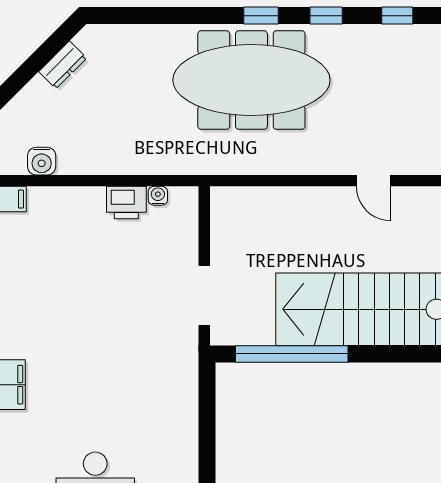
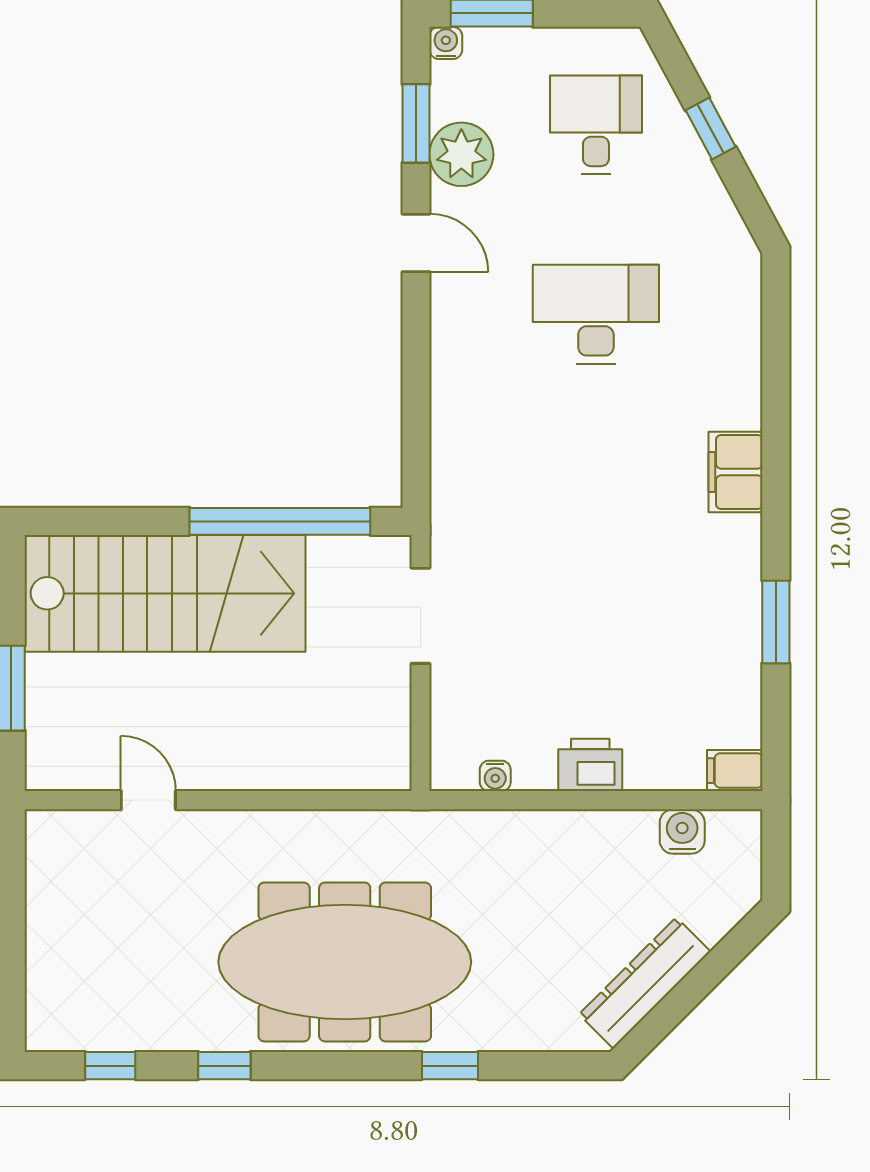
window: (261, 16) -> (450, 1066), moved
dresser: (63, 65) -> (645, 983), width x1.96, depth x1.24
printer: (126, 203) -> (590, 765), moved

